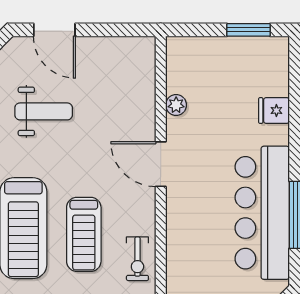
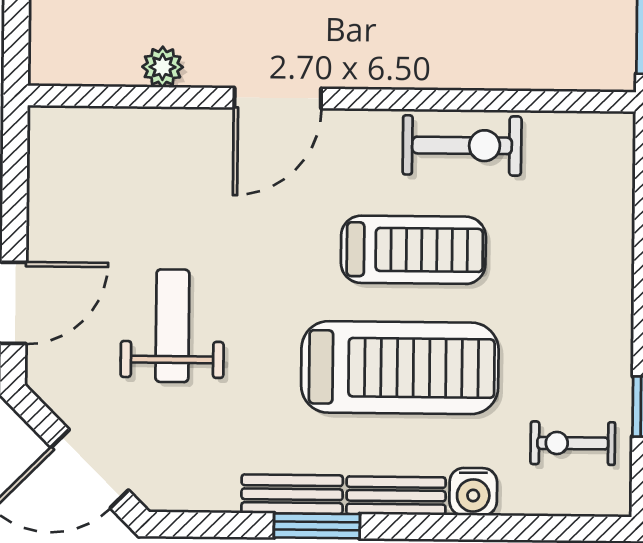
exercise bike: (137, 259) -> (462, 145), width x1.38, depth x1.39

